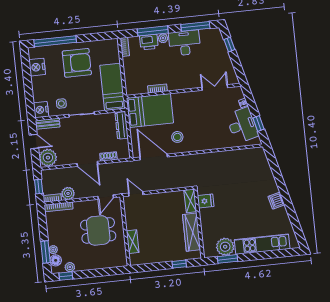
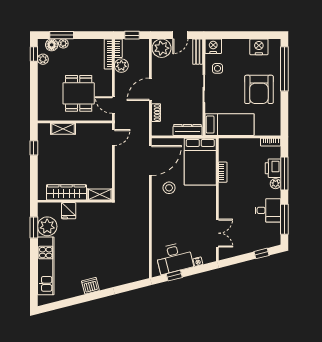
desk: (185, 43) -> (268, 210), width x0.73
fridge: (206, 201) -> (69, 211), moved
window: (179, 264) -> (34, 148), moved

